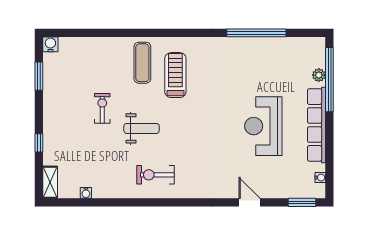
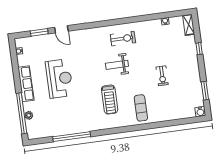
treadmill: (175, 75) -> (110, 100), moved
row of seats: (316, 125) -> (26, 84), width x0.73
weight bench: (142, 128) -> (117, 65), moved
window: (302, 202) -> (39, 32), moved

